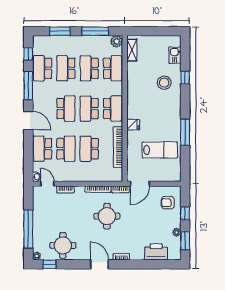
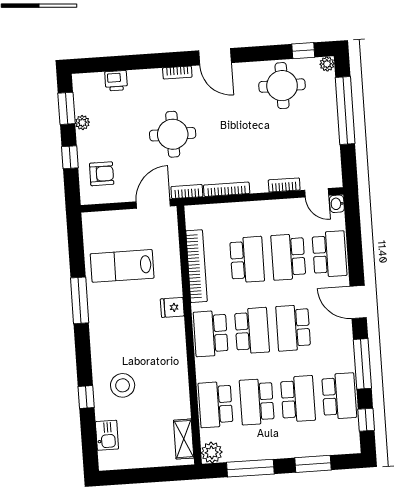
school desk: (89, 68) -> (257, 402), turned 180
round table: (107, 216) -> (173, 134), moved
printer: (156, 252) -> (116, 81), width x0.53, depth x0.68

